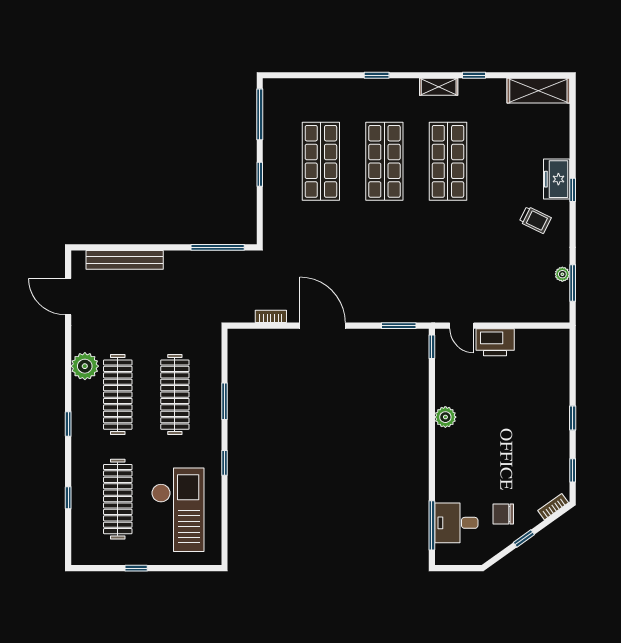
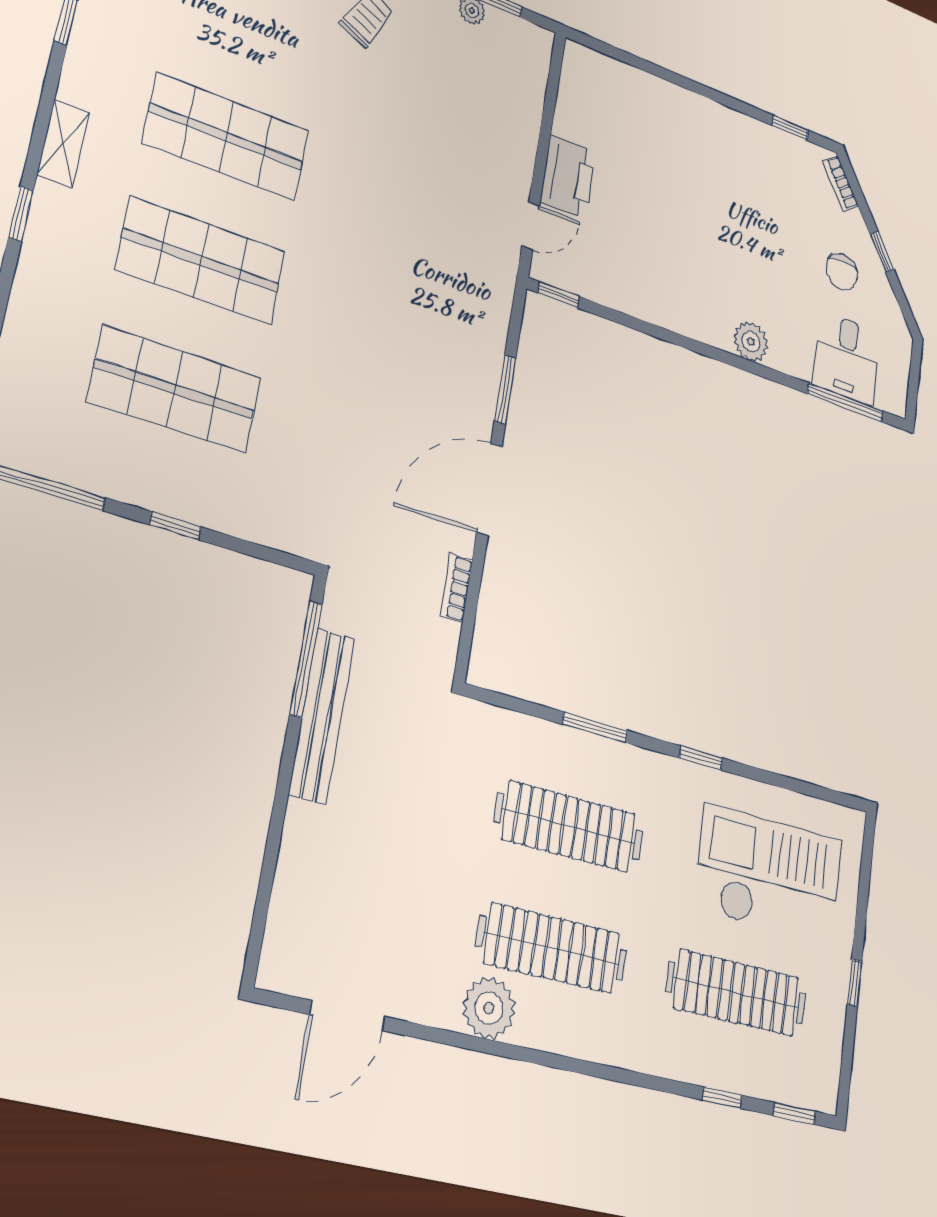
shelving: (439, 87) -> (63, 144), moved
bench: (125, 260) -> (322, 716), moved
window: (399, 326) -> (505, 390), moved
plant: (445, 417) -> (751, 342), moved
window: (573, 418) -> (710, 93), removed
window: (68, 424) -> (795, 1113), moved

